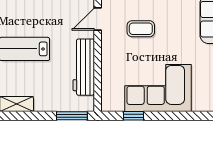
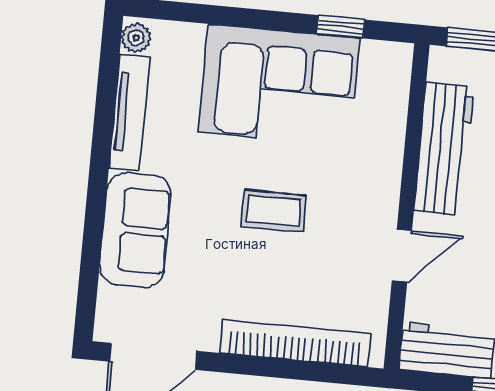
coffee table: (141, 29) -> (274, 211), moved

